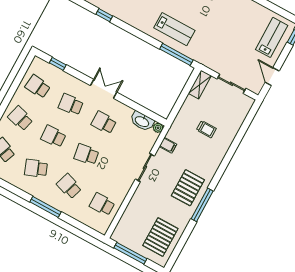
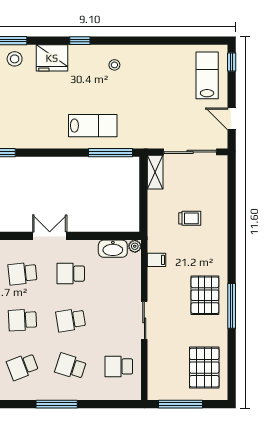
sliding door: (231, 84) -> (190, 152), width x1.37
sliding door: (145, 168) -> (144, 320), moved

